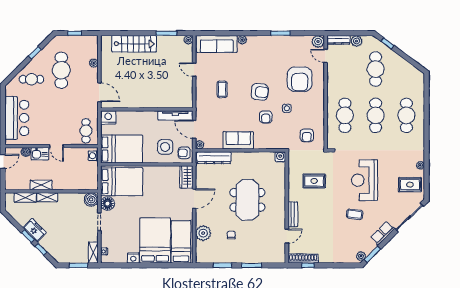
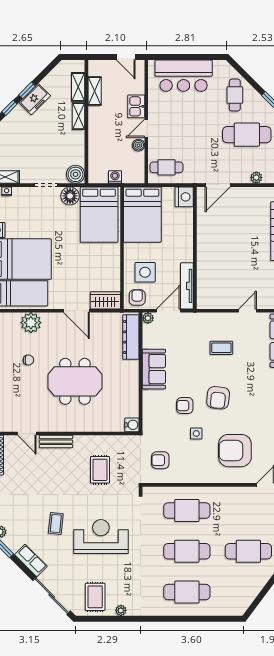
boiler: (26, 152) -> (138, 145), moved
washing machine: (93, 156) -> (115, 177), moved
shelving: (41, 185) -> (95, 91), moved

